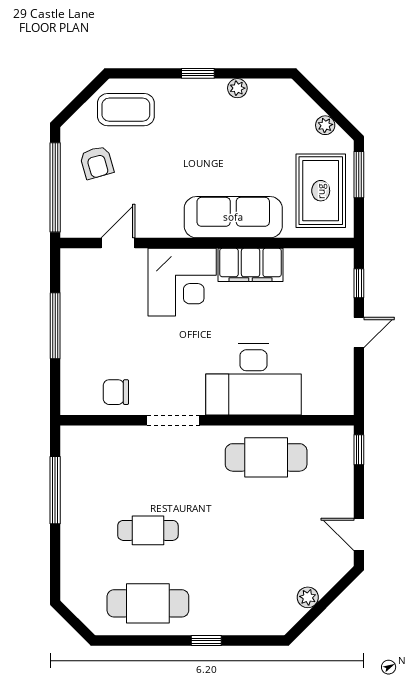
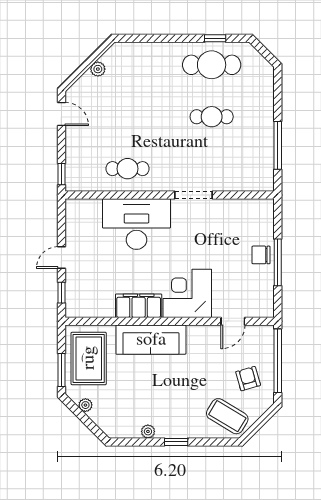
coffee table: (126, 110) -> (227, 416), turned 31
chair: (116, 392) -> (261, 255), moved, turned 180
cafe table: (266, 457) -> (128, 169), width x0.73, depth x0.74
window: (206, 641) -> (215, 38), moved

